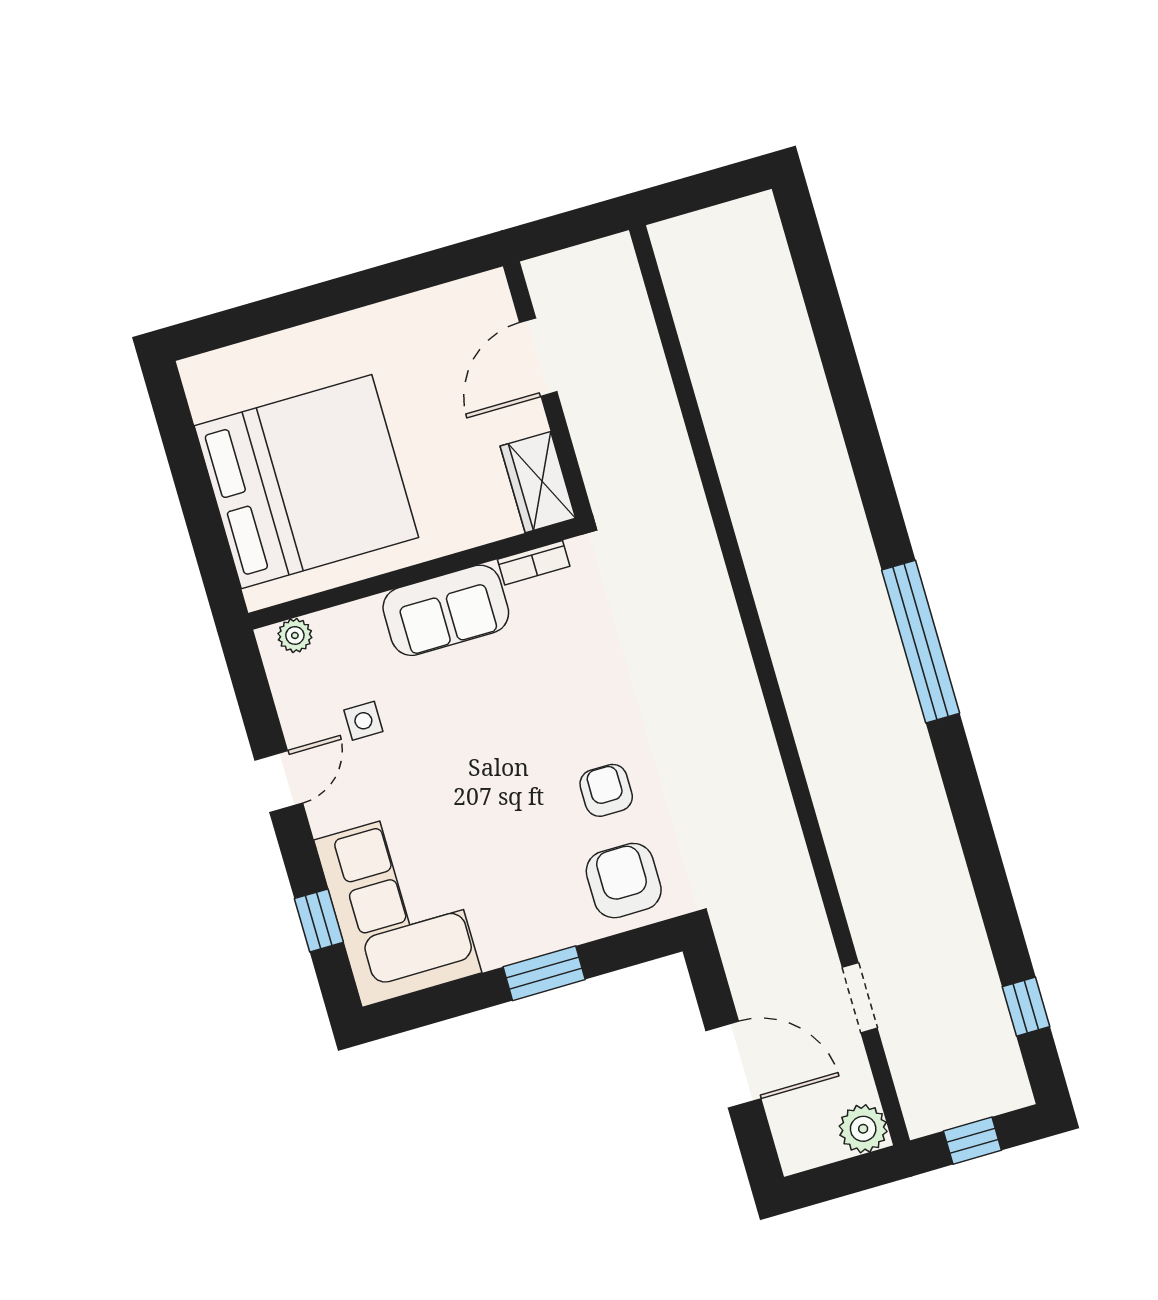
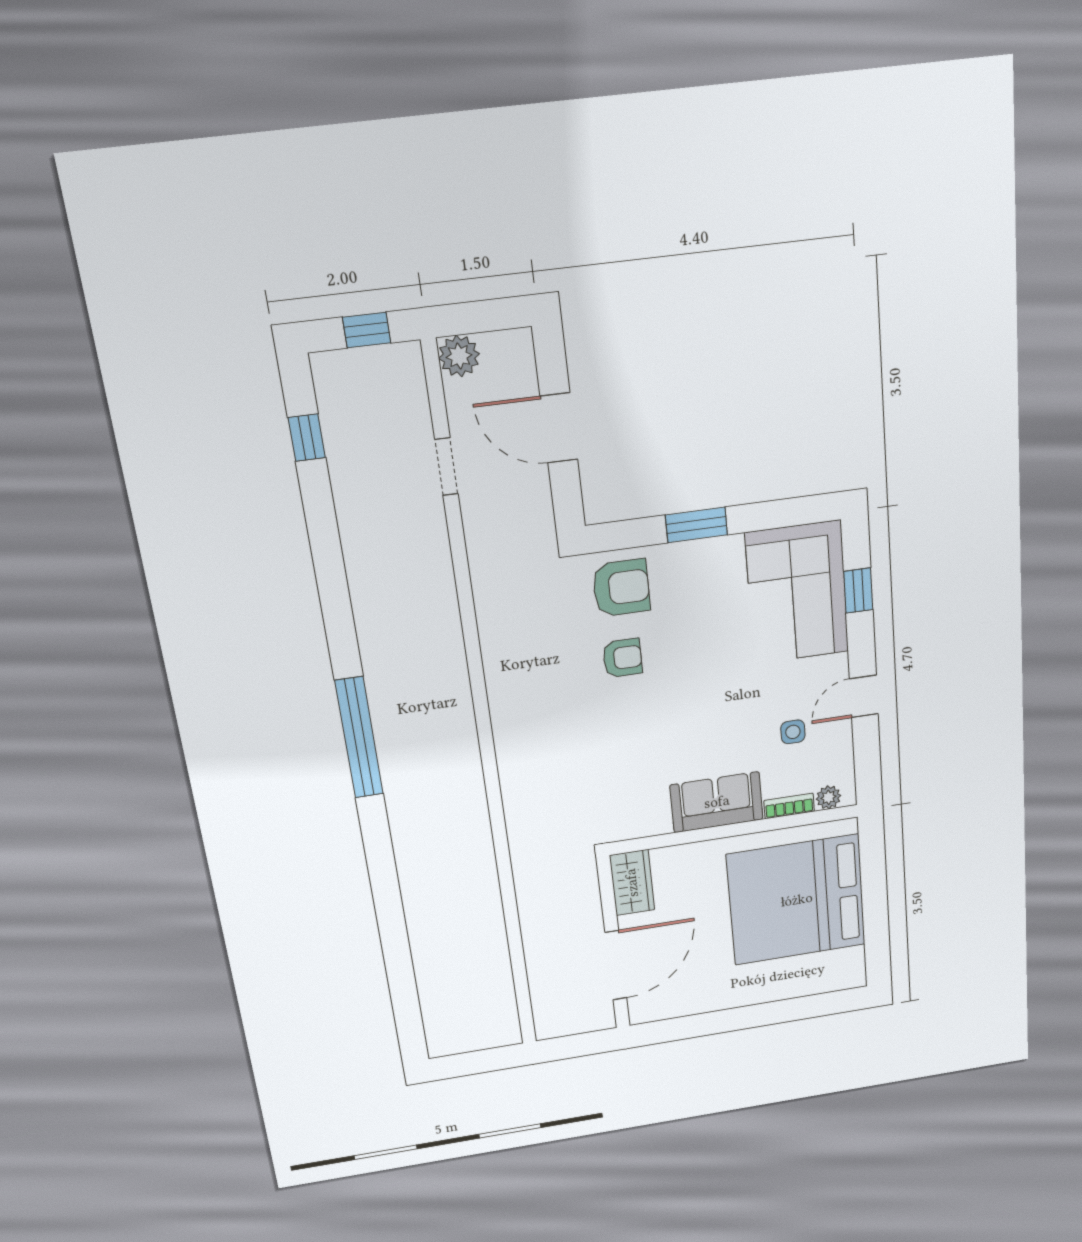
door: (538, 357) -> (616, 965), width x1.36
bookcase: (534, 563) -> (789, 806), moved
armchair: (606, 790) -> (622, 658), turned -90
armchair: (624, 881) -> (621, 588), turned -90

